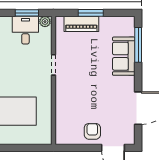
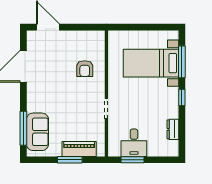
plant: (45, 22) -> (115, 151), removed
sofa: (124, 56) -> (37, 132), moved
armchair: (92, 131) -> (85, 69), moved

